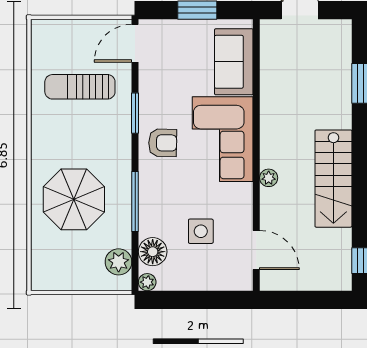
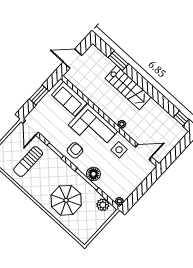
stairs: (333, 179) -> (128, 88), moved
side table: (201, 231) -> (119, 150), moved
floor lamp: (153, 252) -> (93, 174), moved

